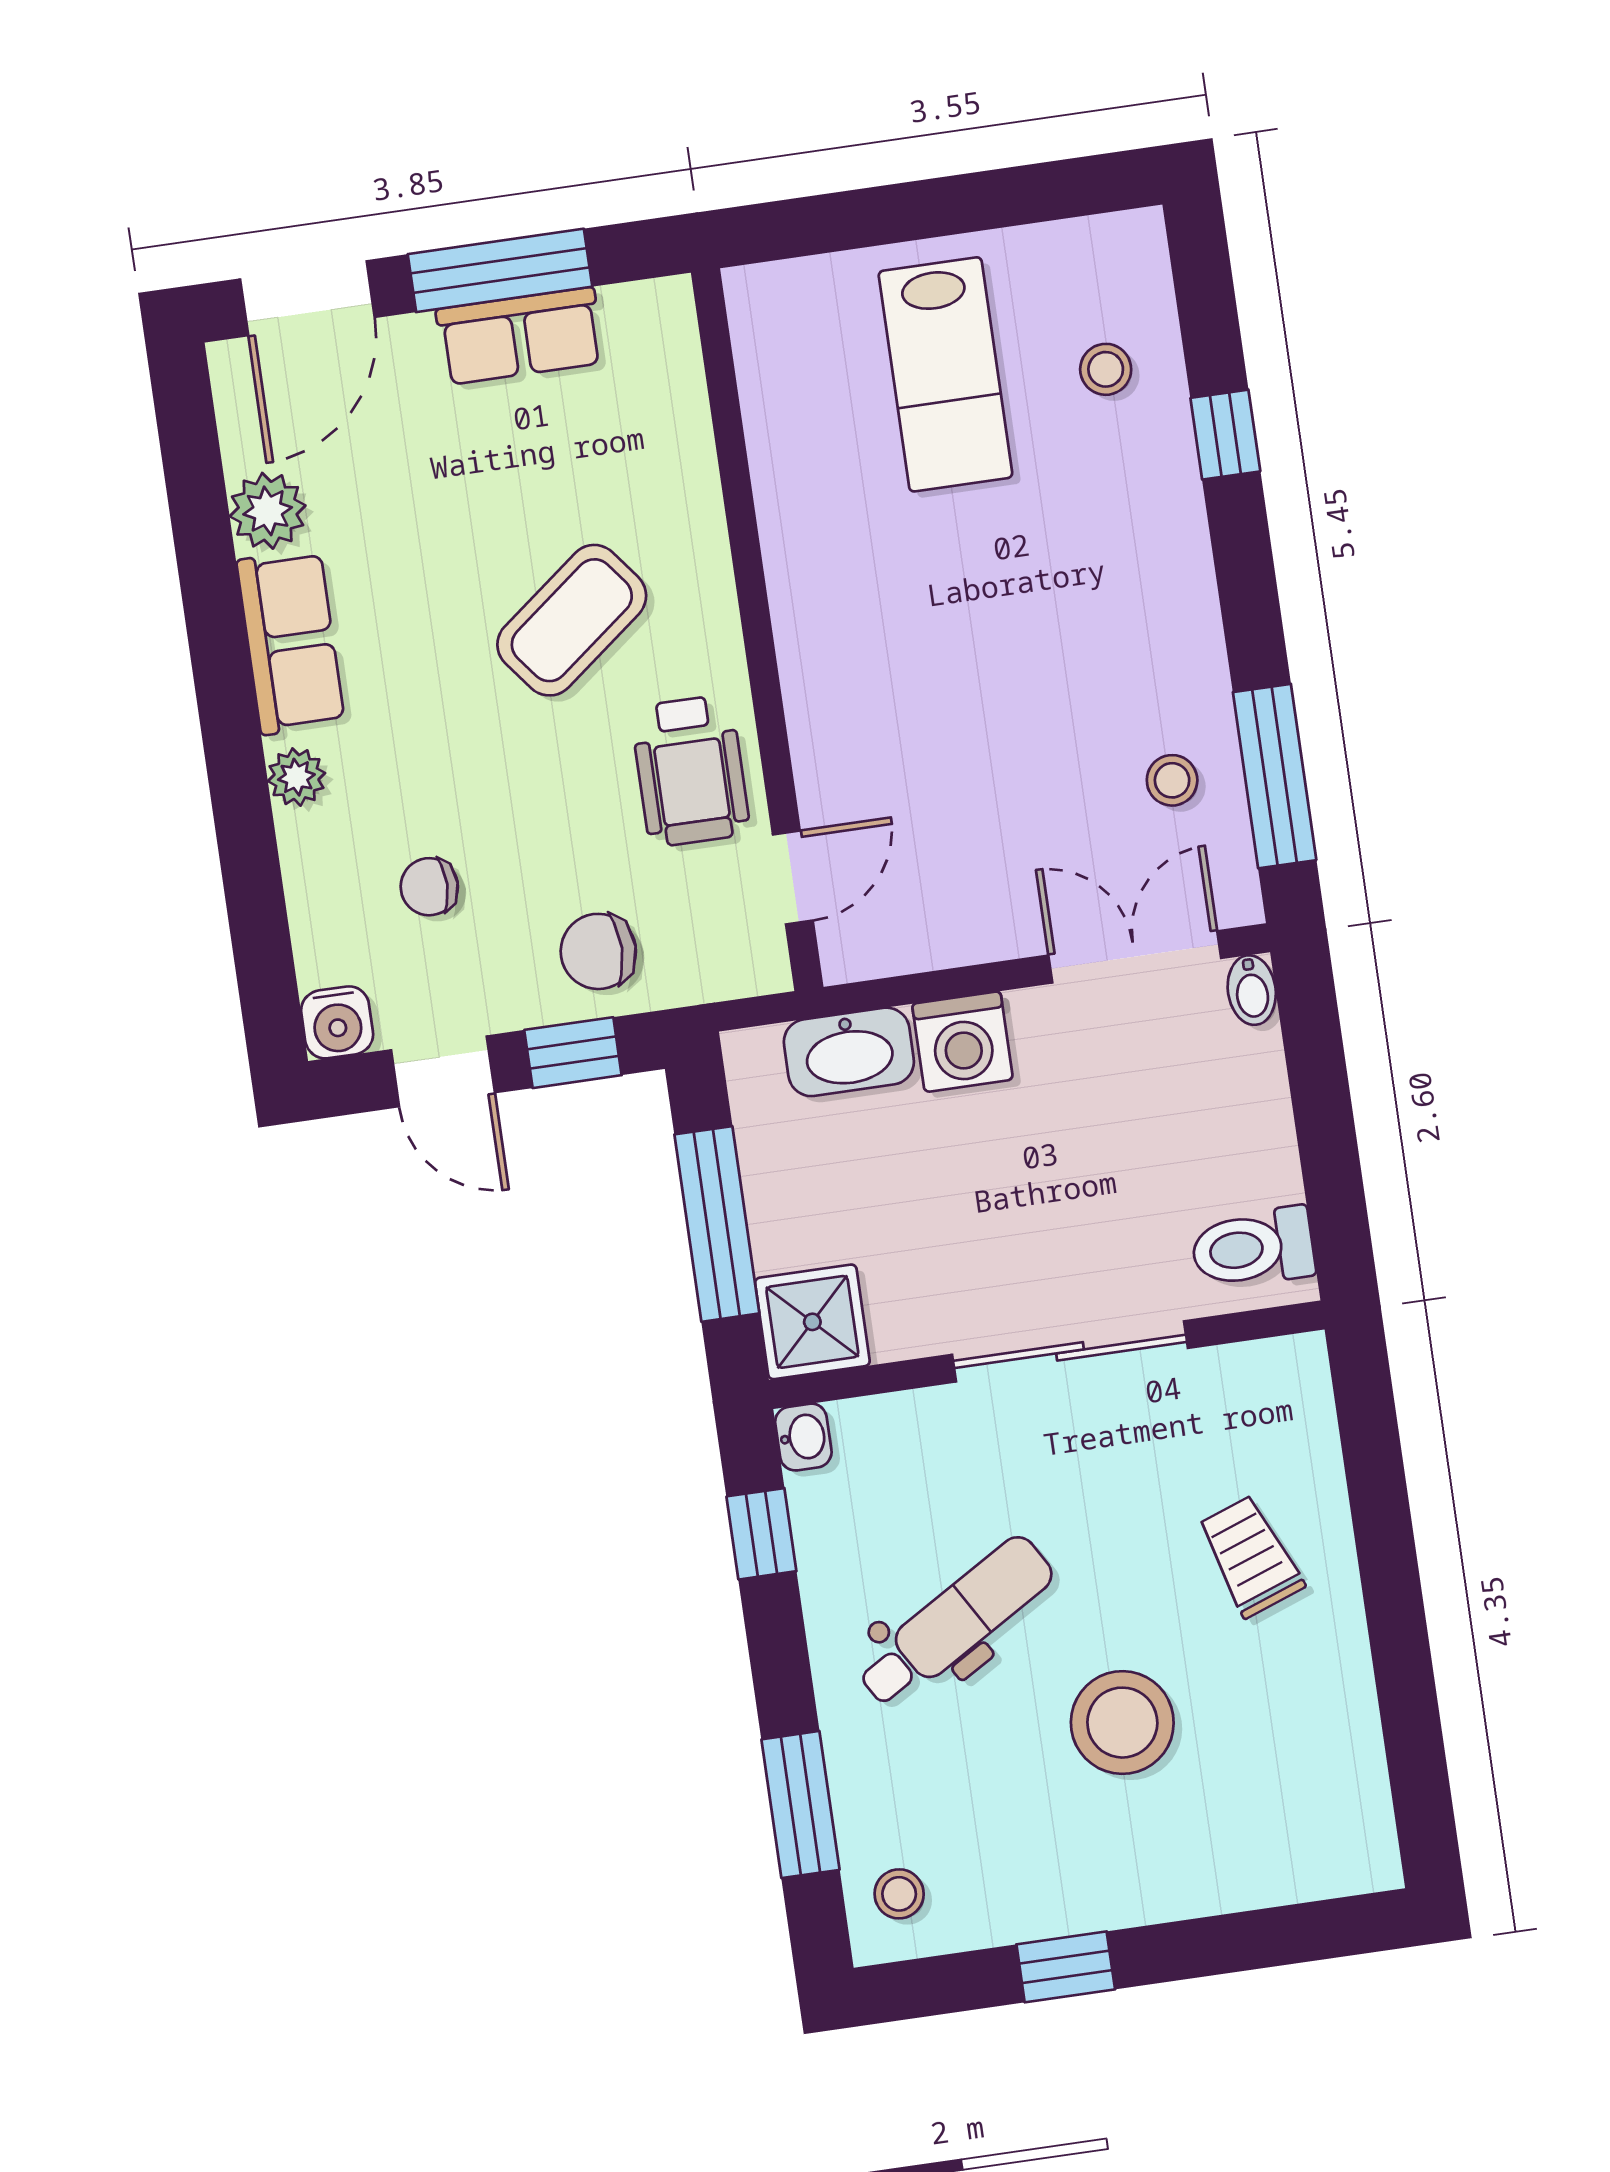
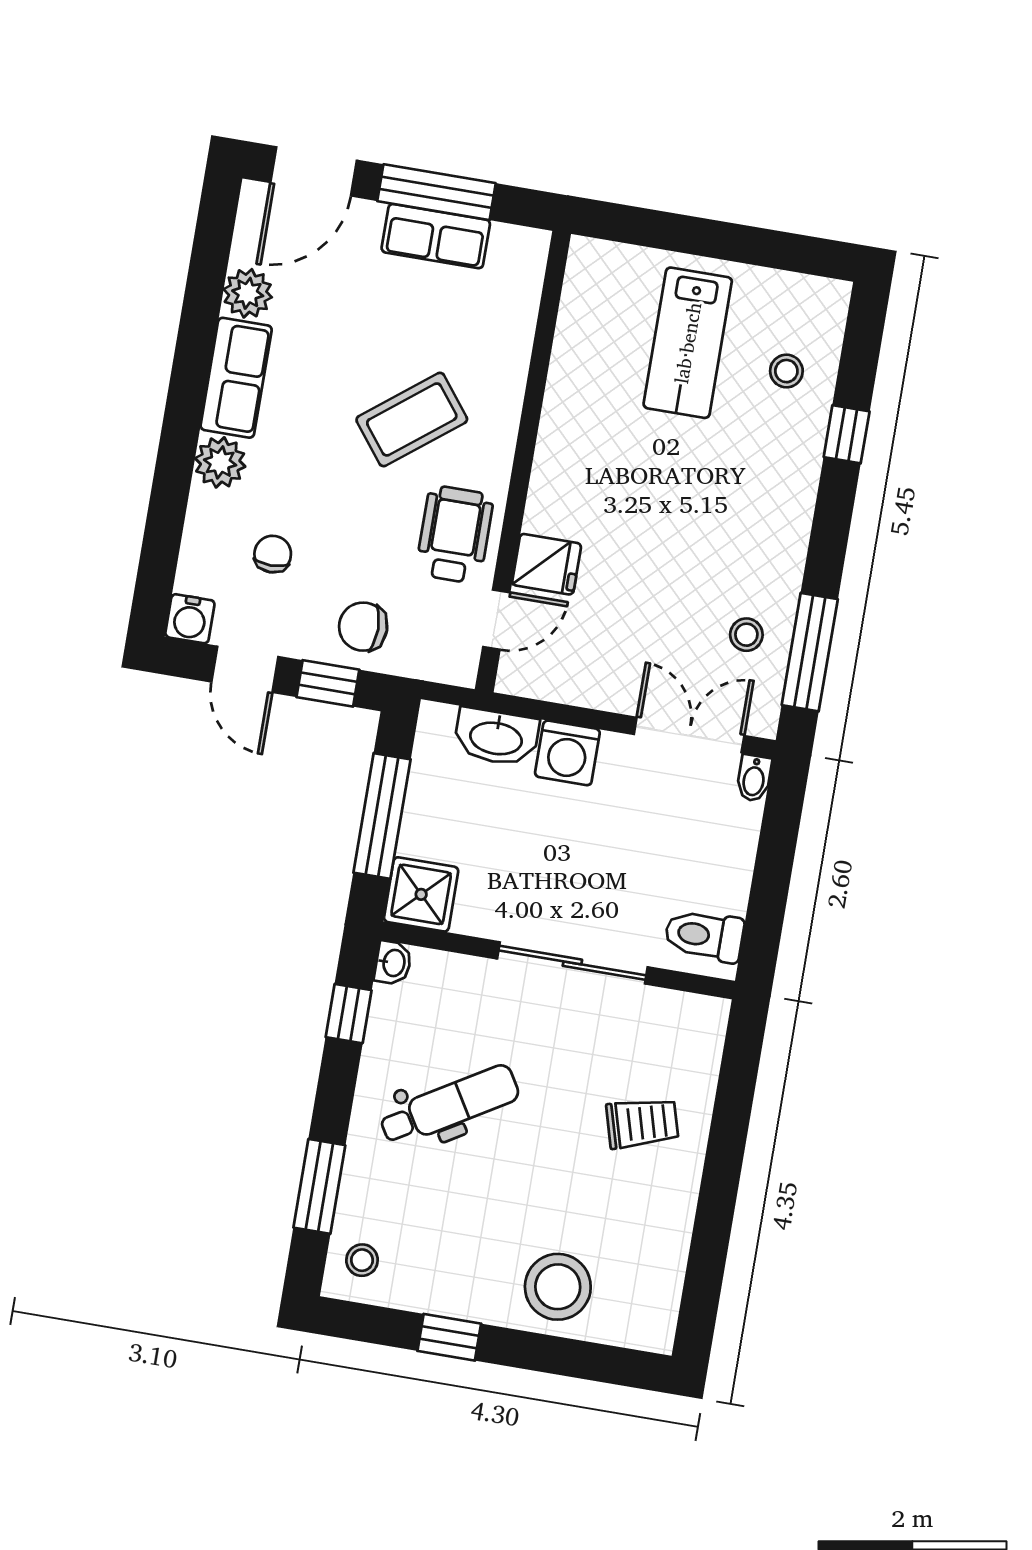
wheelchair: (690, 771) -> (455, 535), turned 180
fridge: (841, 771) -> (547, 564), added
plant: (296, 777) -> (220, 462), width x1.38, depth x1.38
chair: (429, 887) -> (273, 554), turned 90
trolley: (1250, 1556) -> (642, 1123), turned 94
stool: (1122, 1723) -> (558, 1287), moved

